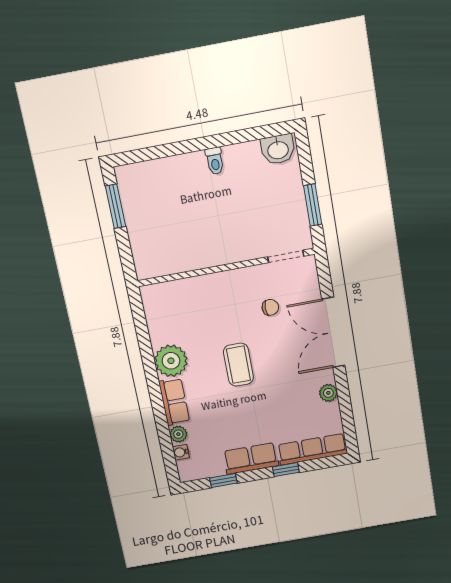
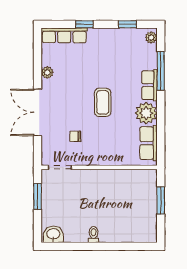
window: (115, 206) -> (161, 200), moved
double door: (333, 332) -> (38, 112), swing flipped
window: (162, 425) -> (161, 71), added
plant: (178, 434) -> (151, 38), moved
water cooler: (181, 452) -> (152, 49), removed
row of seats: (251, 458) -> (148, 143), moved, turned 90

